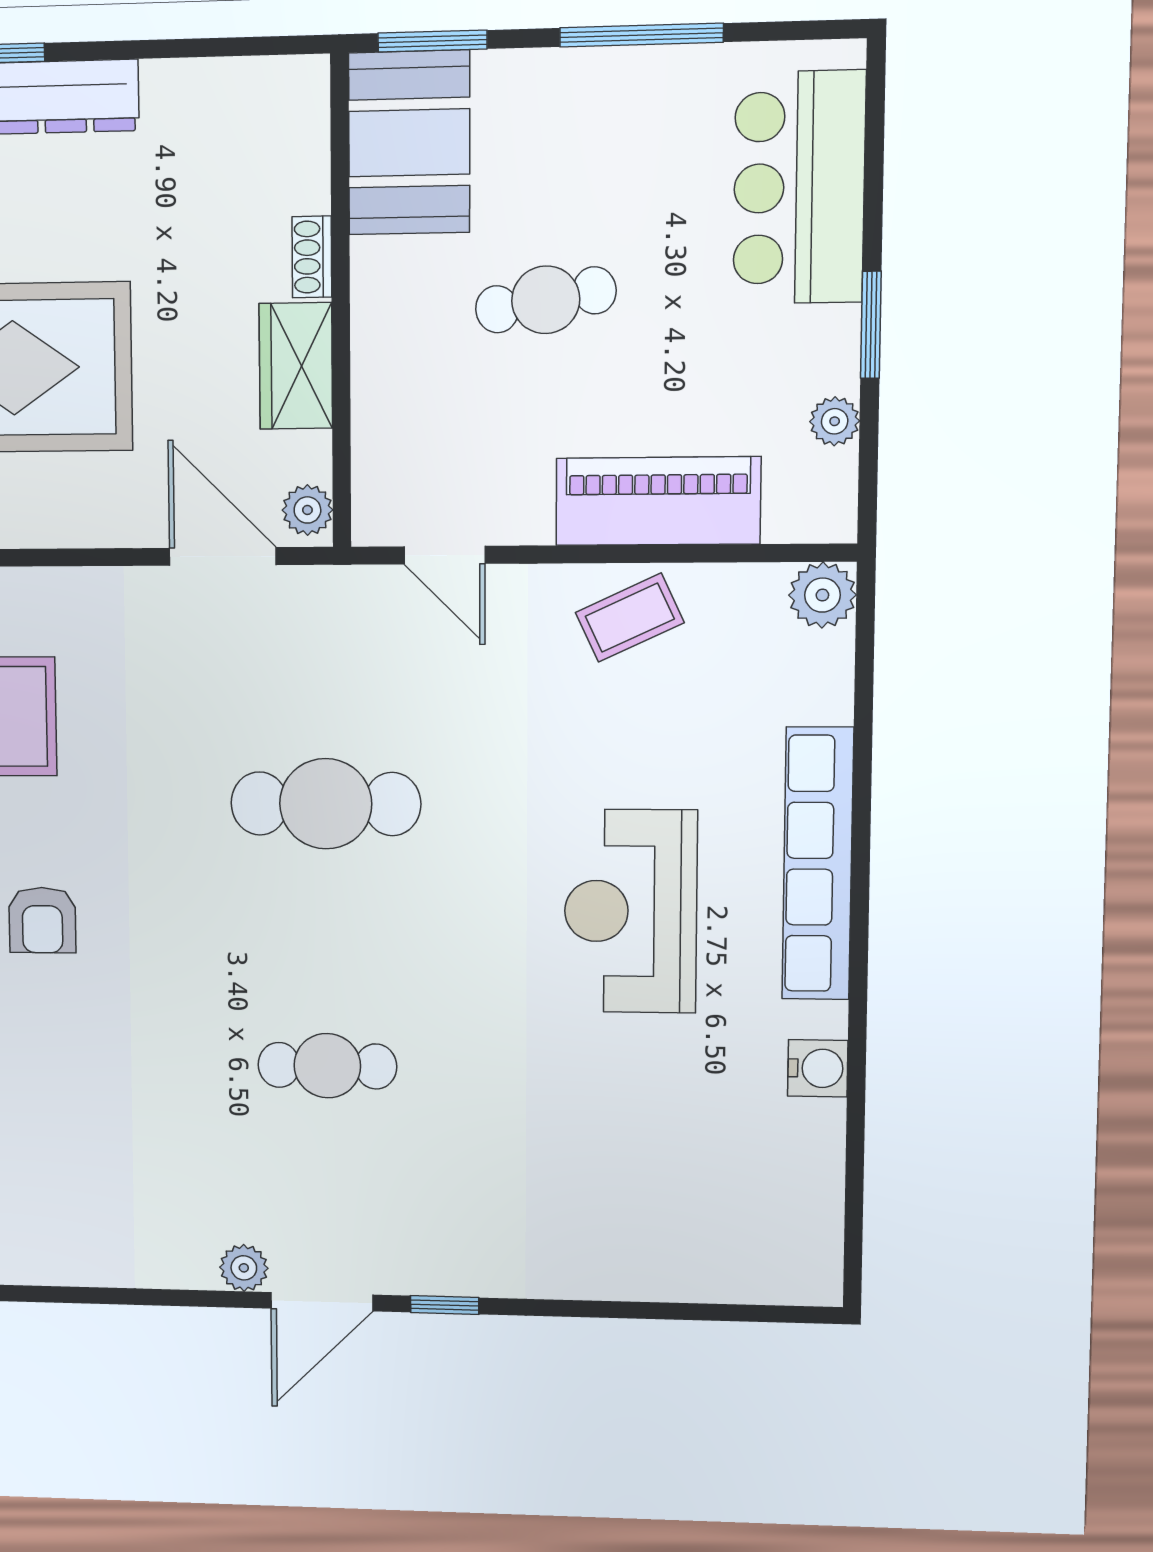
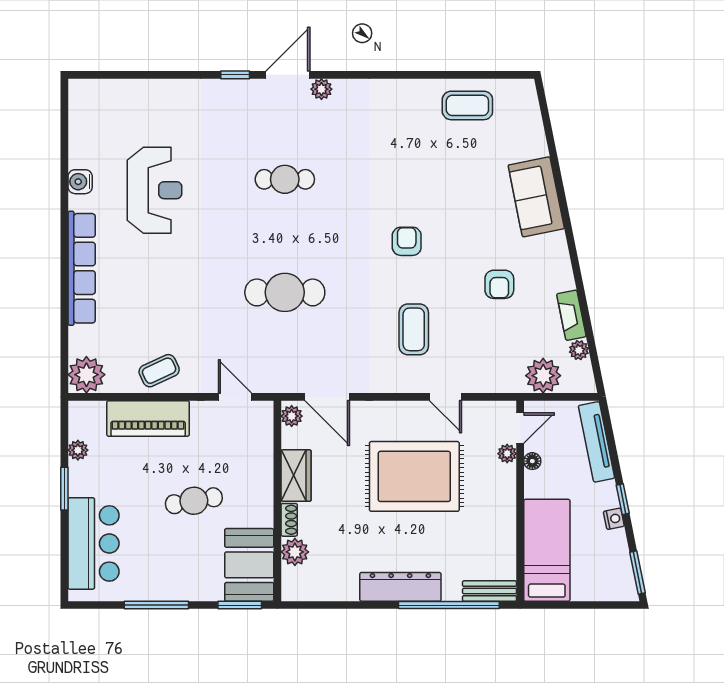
plant: (297, 178) -> (295, 552), added
plant: (822, 595) -> (86, 375), width x1.36, depth x1.36
reception desk: (631, 911) -> (155, 190), moved

